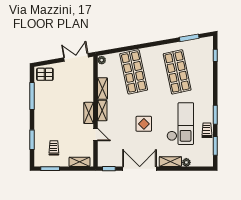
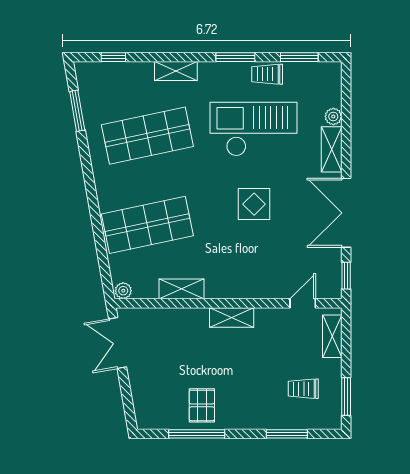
pallet: (45, 74) -> (202, 405), moved
shelving: (102, 111) -> (176, 71), moved
door: (95, 135) -> (303, 303), moved

